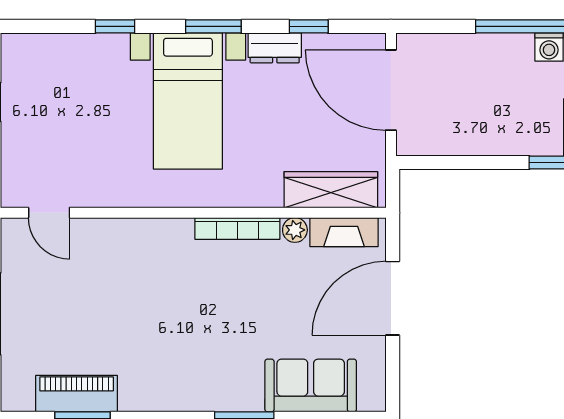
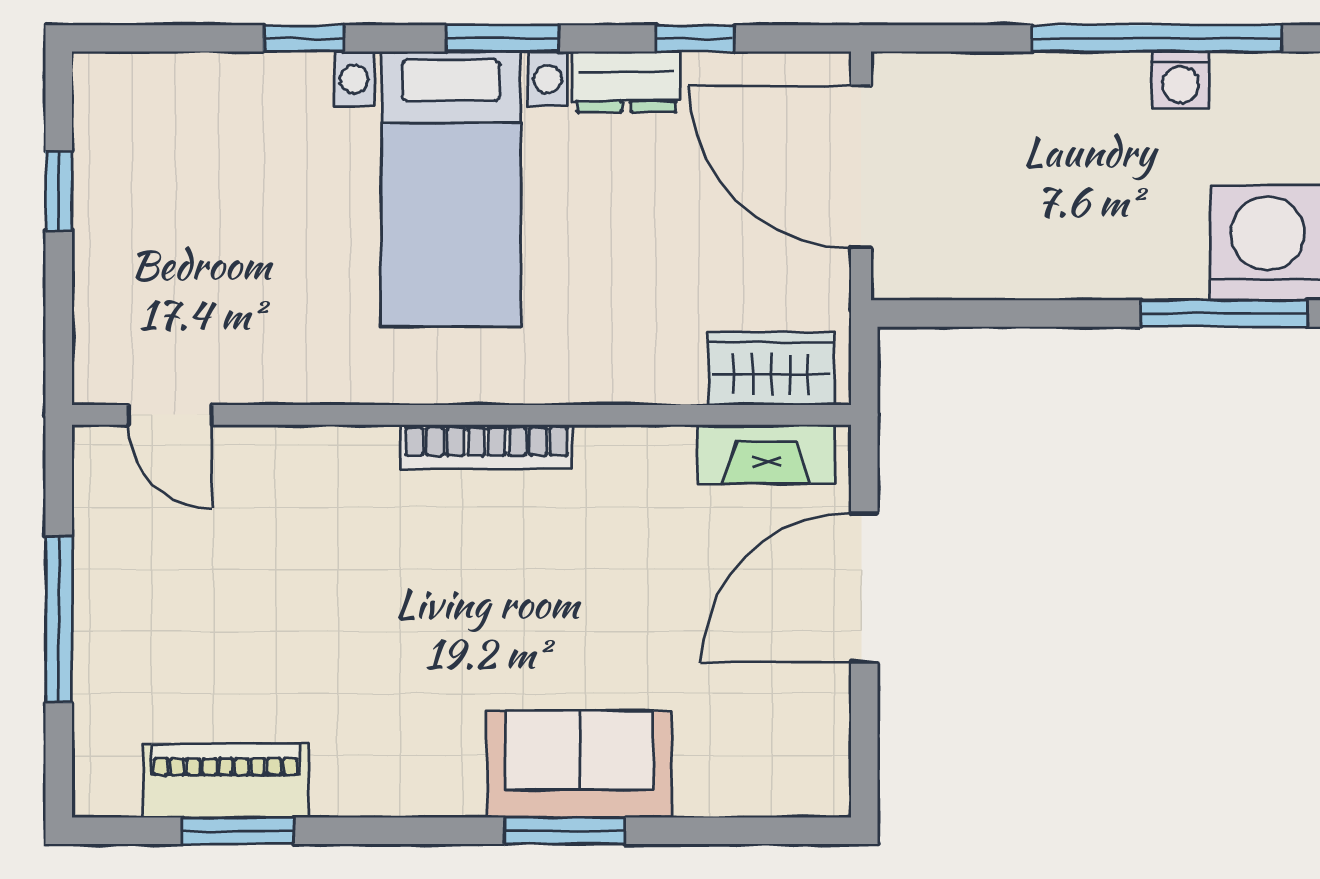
wardrobe: (331, 190) -> (771, 369), width x0.67
bookcase: (237, 228) -> (486, 447), moved
plant: (295, 230) -> (667, 450), removed
sofa: (311, 386) -> (579, 764), moved

